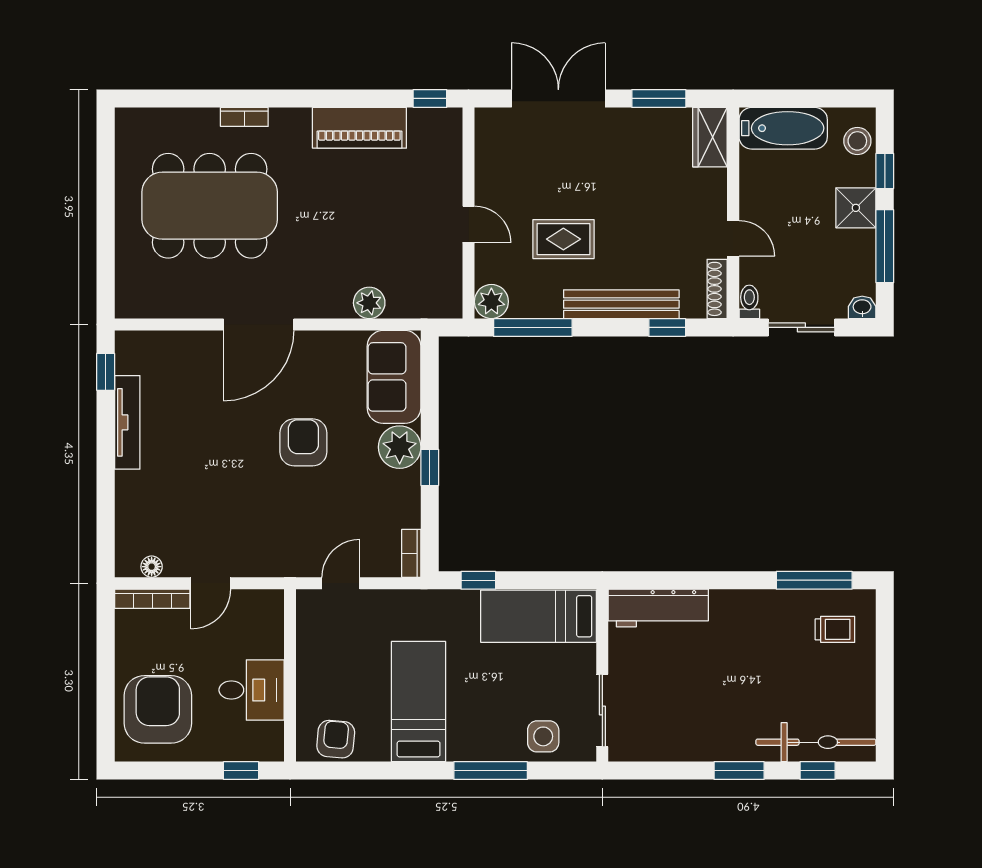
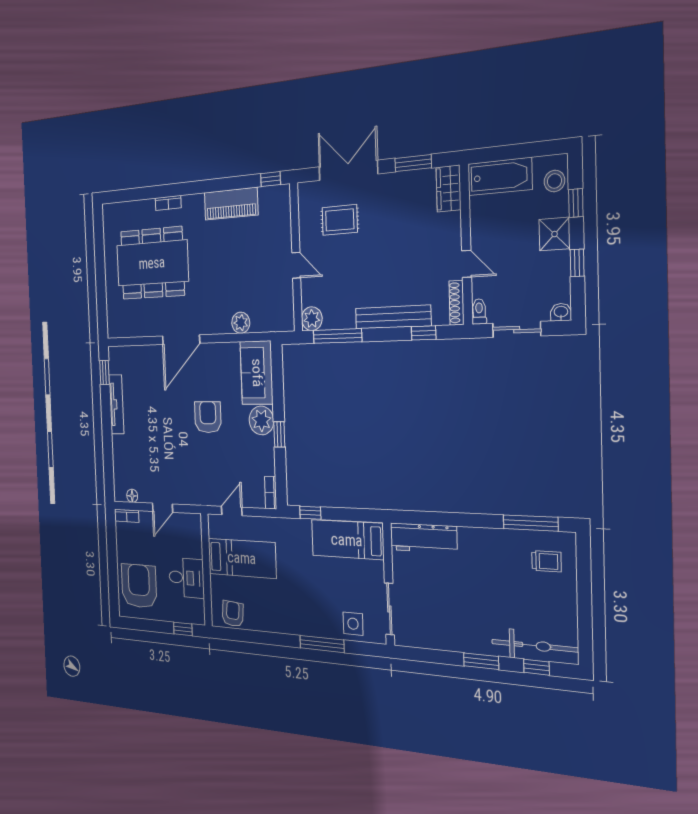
rug: (563, 239) -> (340, 220), moved
window: (885, 246) -> (577, 263), width x0.46
bookcase: (152, 599) -> (127, 516), width x0.64
bed: (419, 702) -> (242, 558), moved, turned 90

